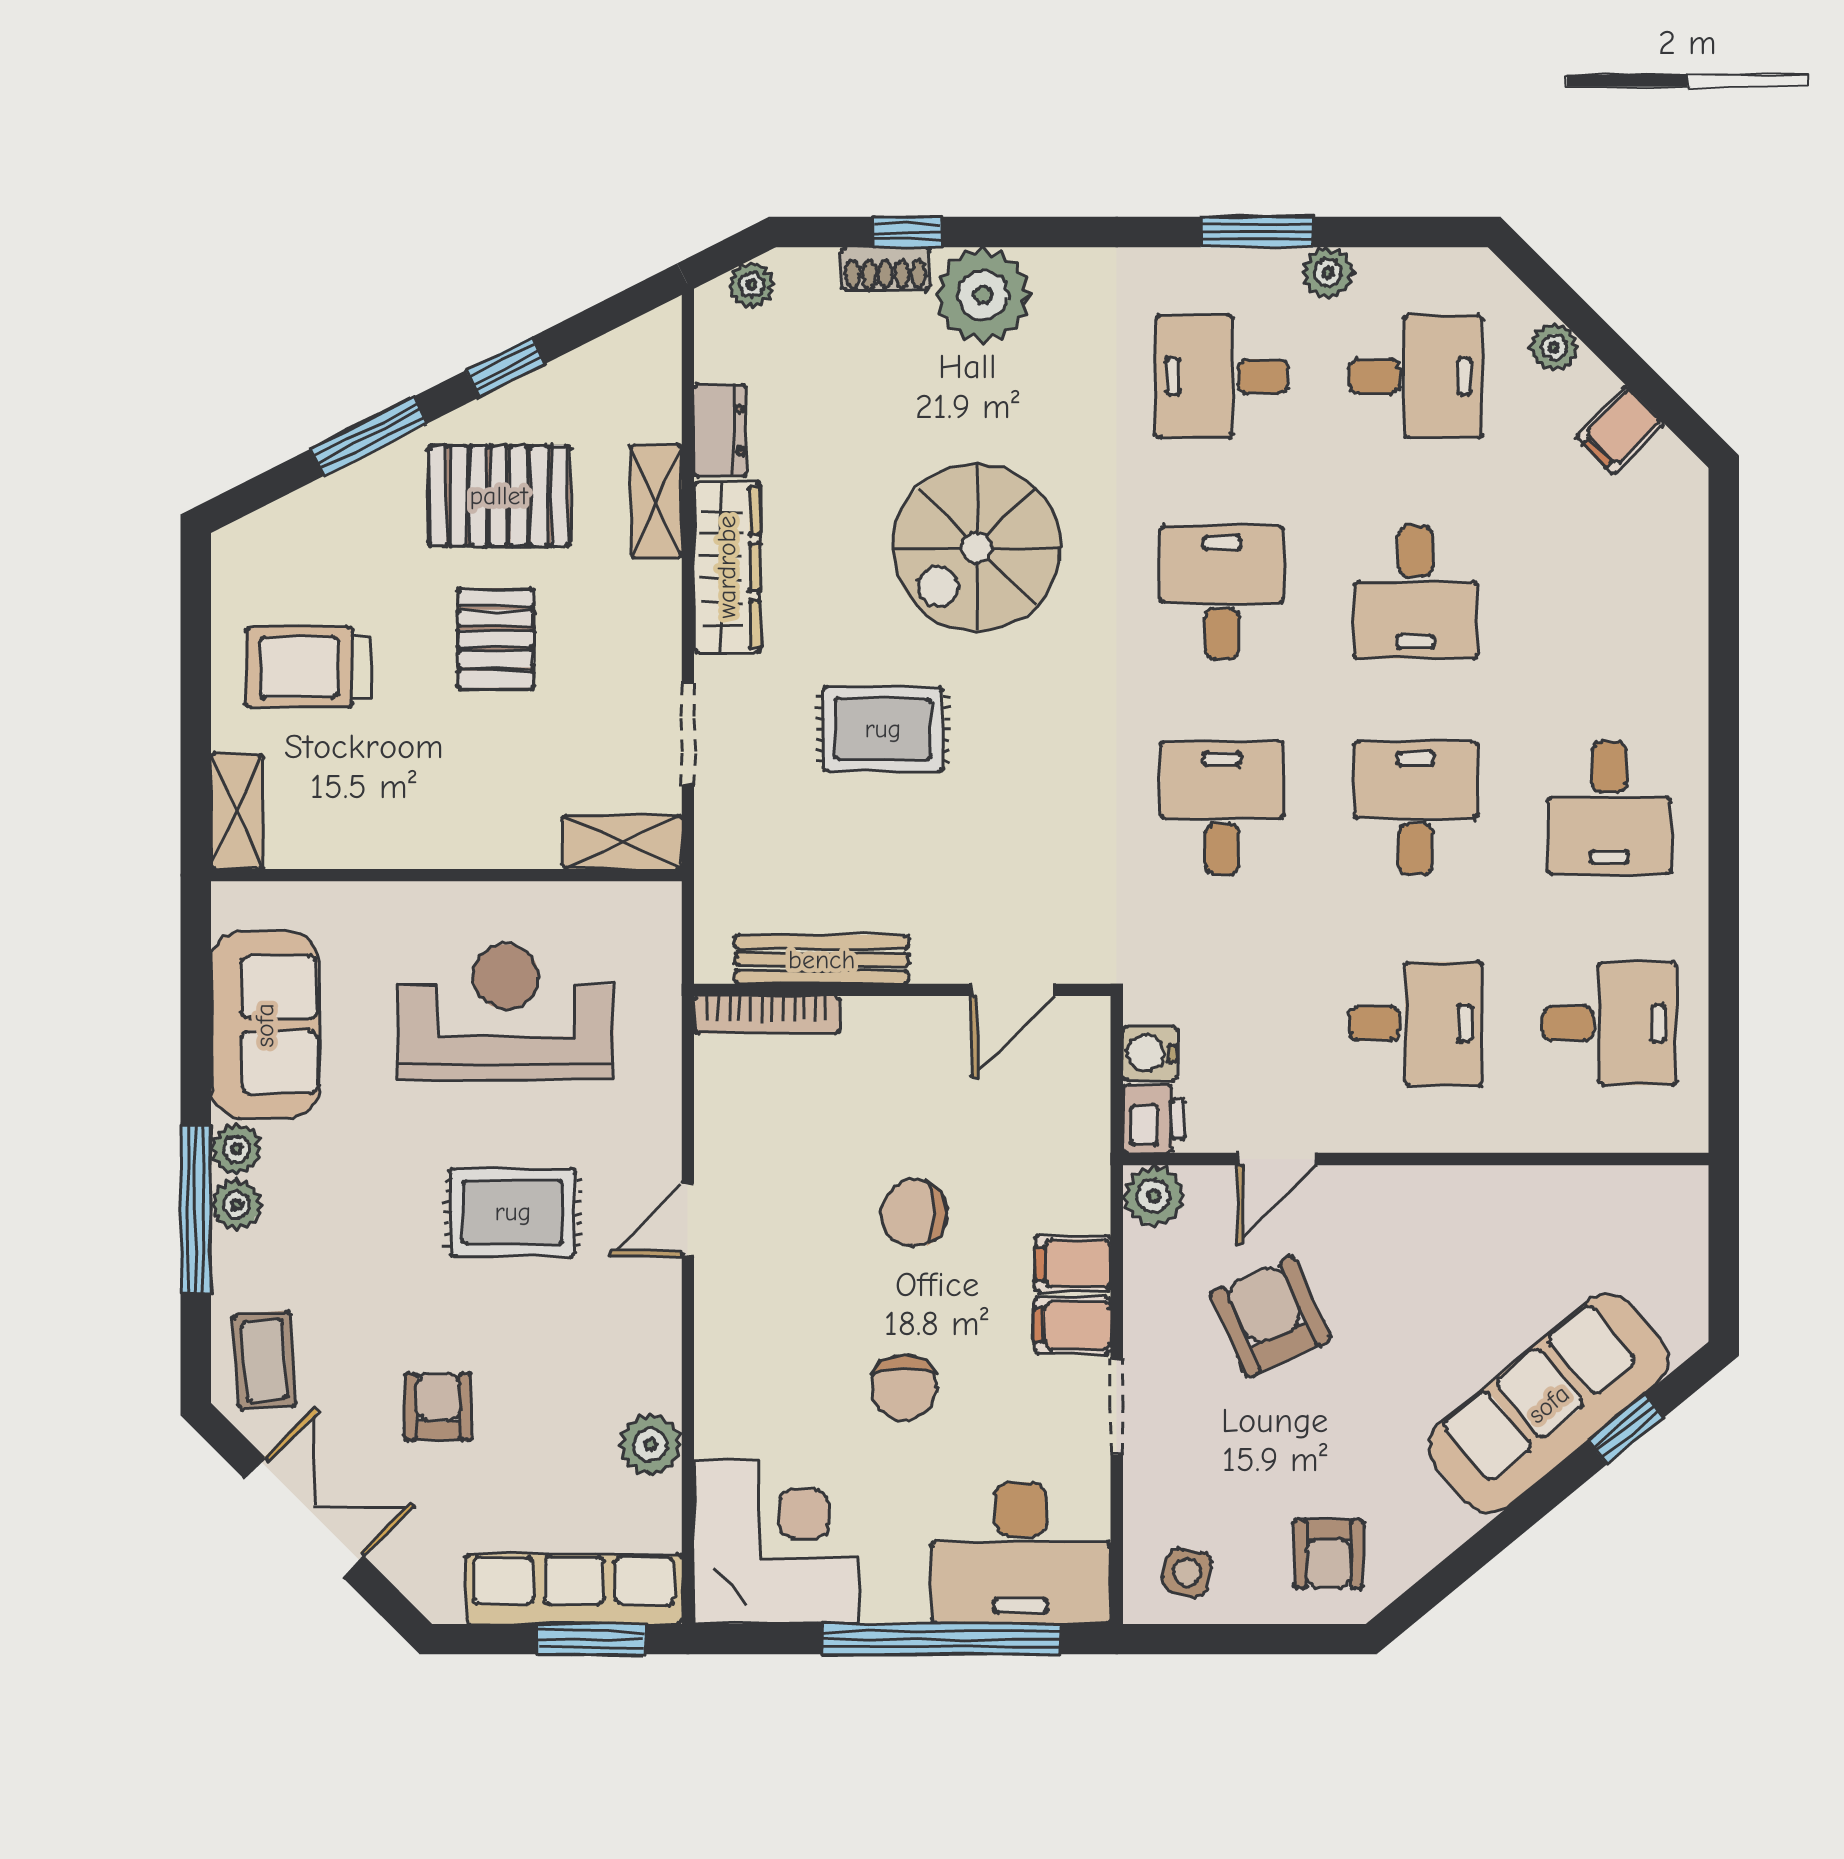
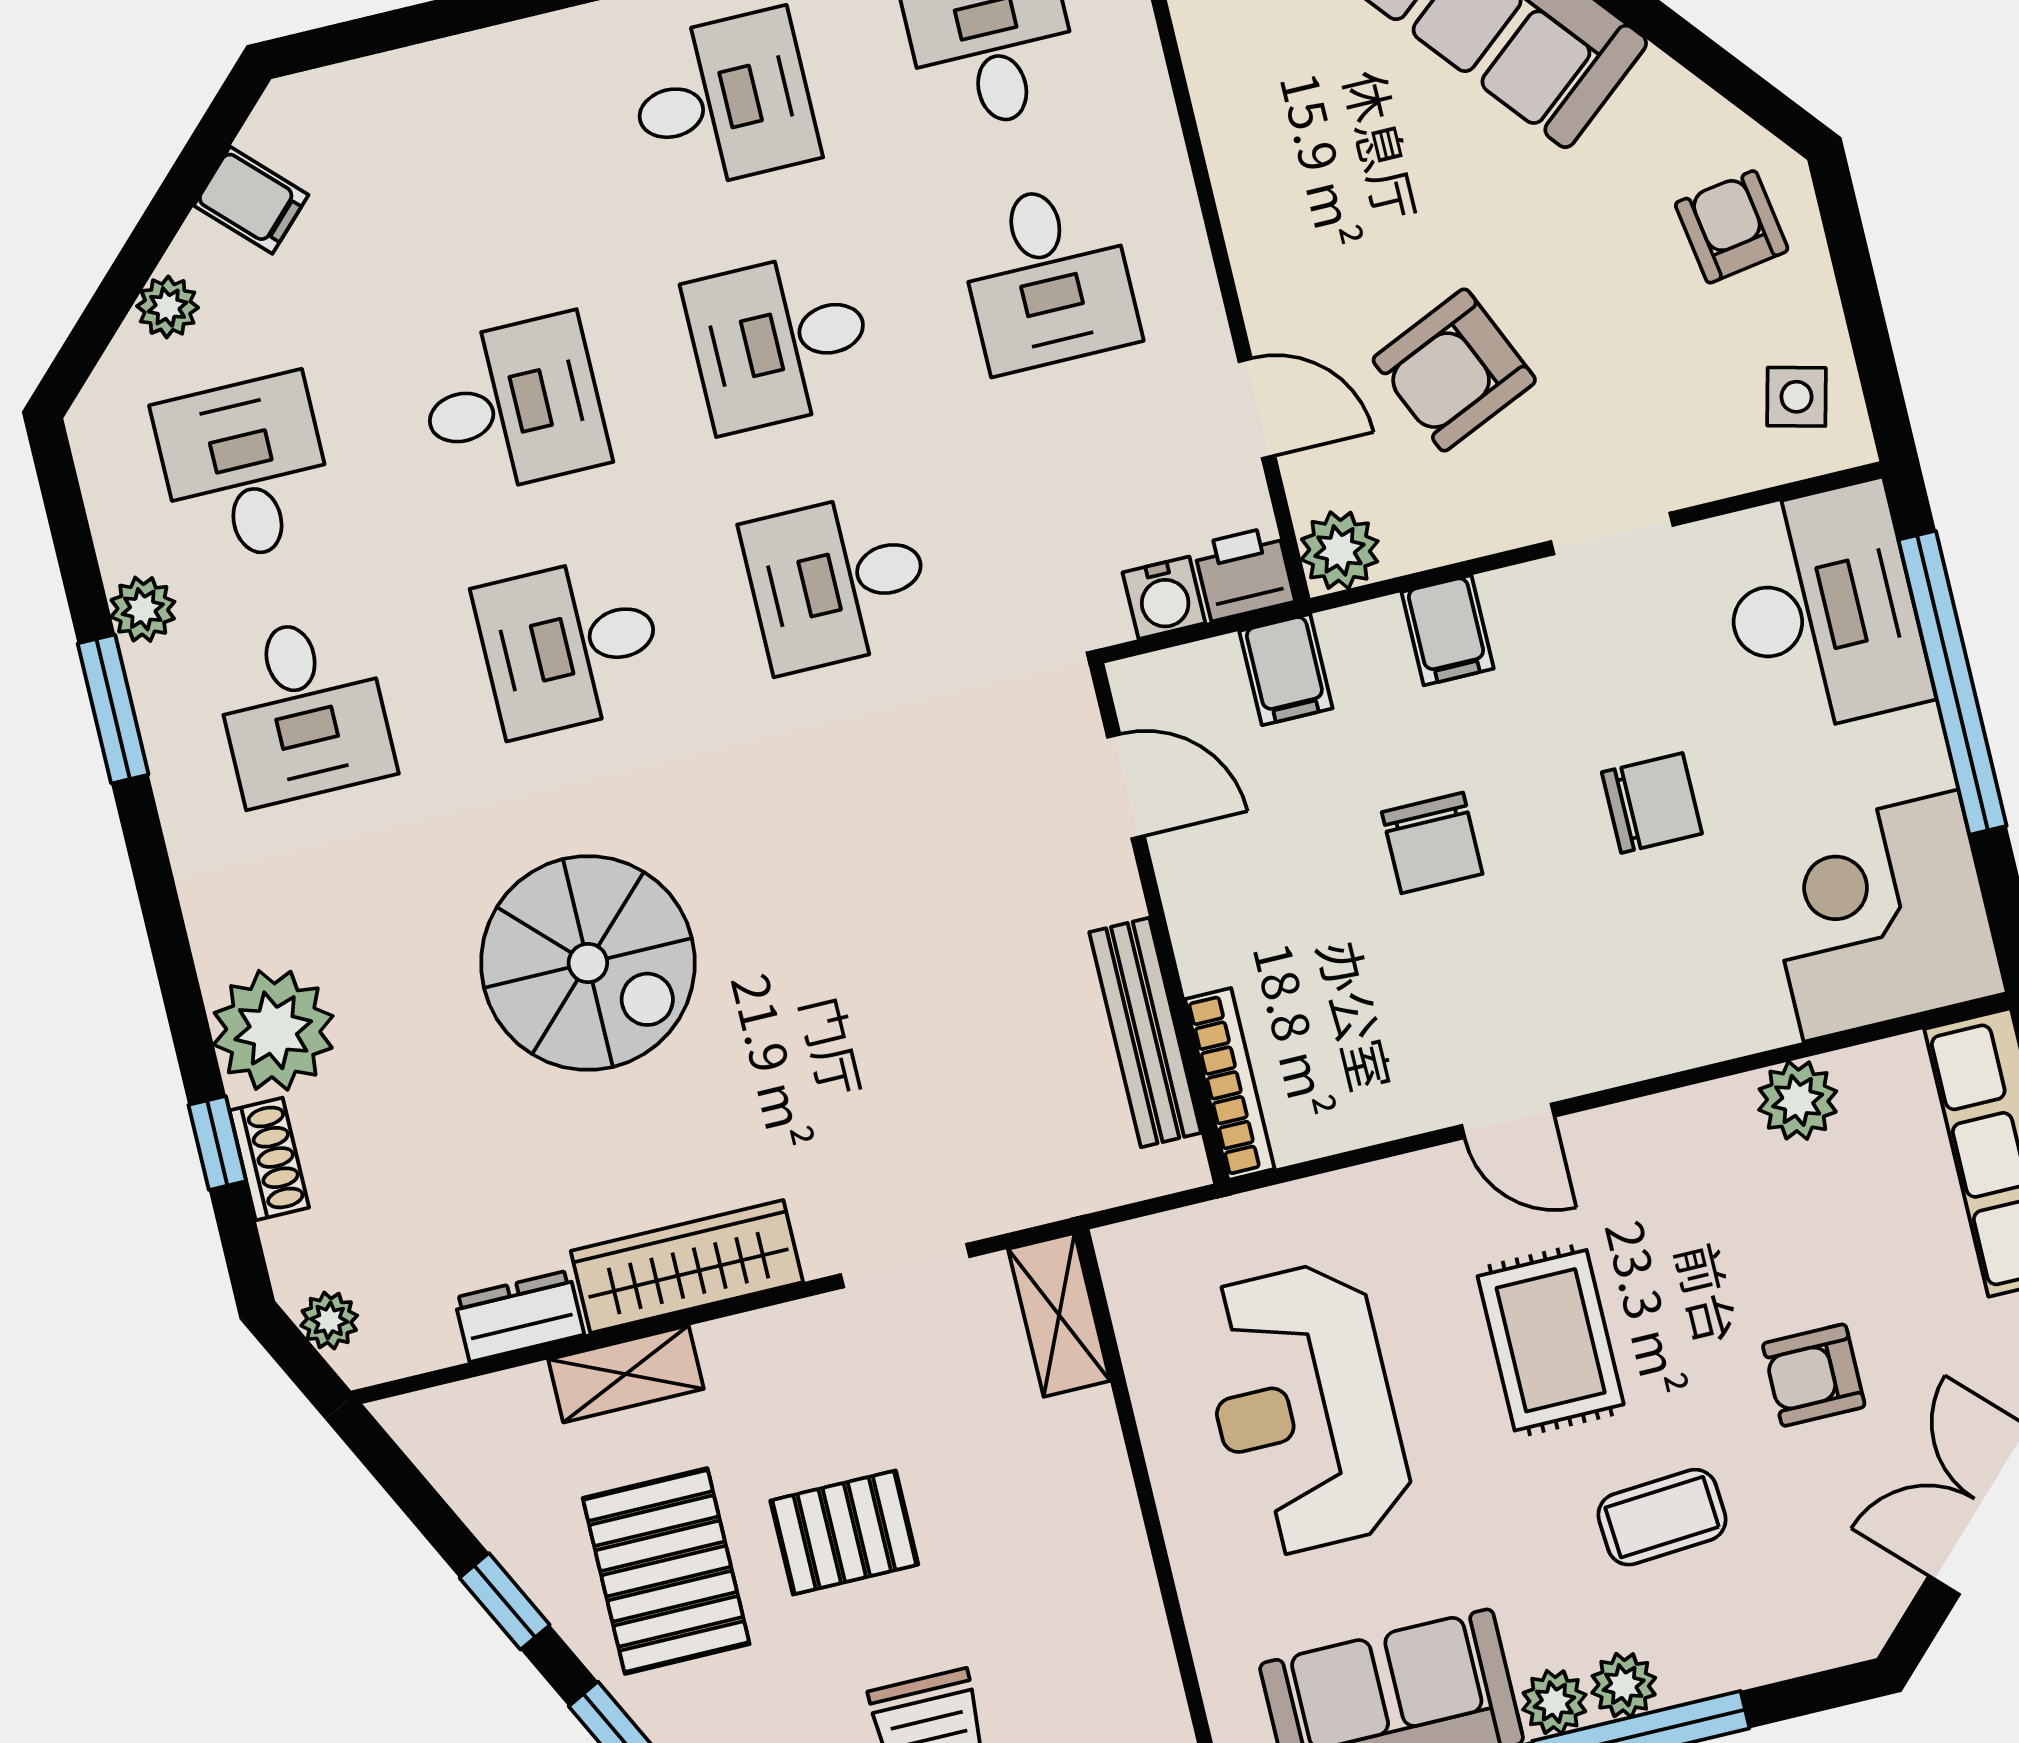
rug: (883, 729) -> (841, 1025), removed
desk: (1416, 1024) -> (1048, 277), turned 180
filing cabinet: (1073, 1325) -> (1286, 670), moved
coffee table: (265, 1360) -> (1662, 1517), moved
armchair: (1329, 1554) -> (1732, 227), turned -99

